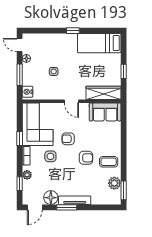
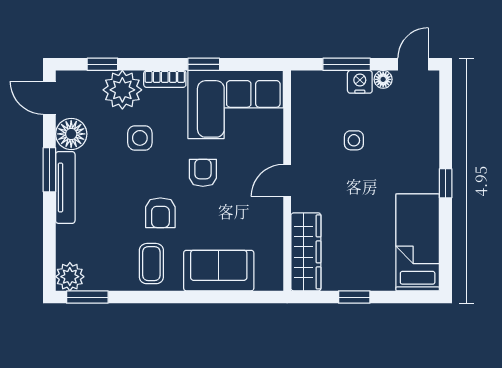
nightstand: (28, 92) -> (360, 82), moved
sofa: (105, 112) -> (219, 271), moved, turned 90
side table: (50, 156) -> (140, 138), moved
plant: (27, 175) -> (122, 90), width x1.88, depth x1.88
plant: (114, 183) -> (70, 277), moved

